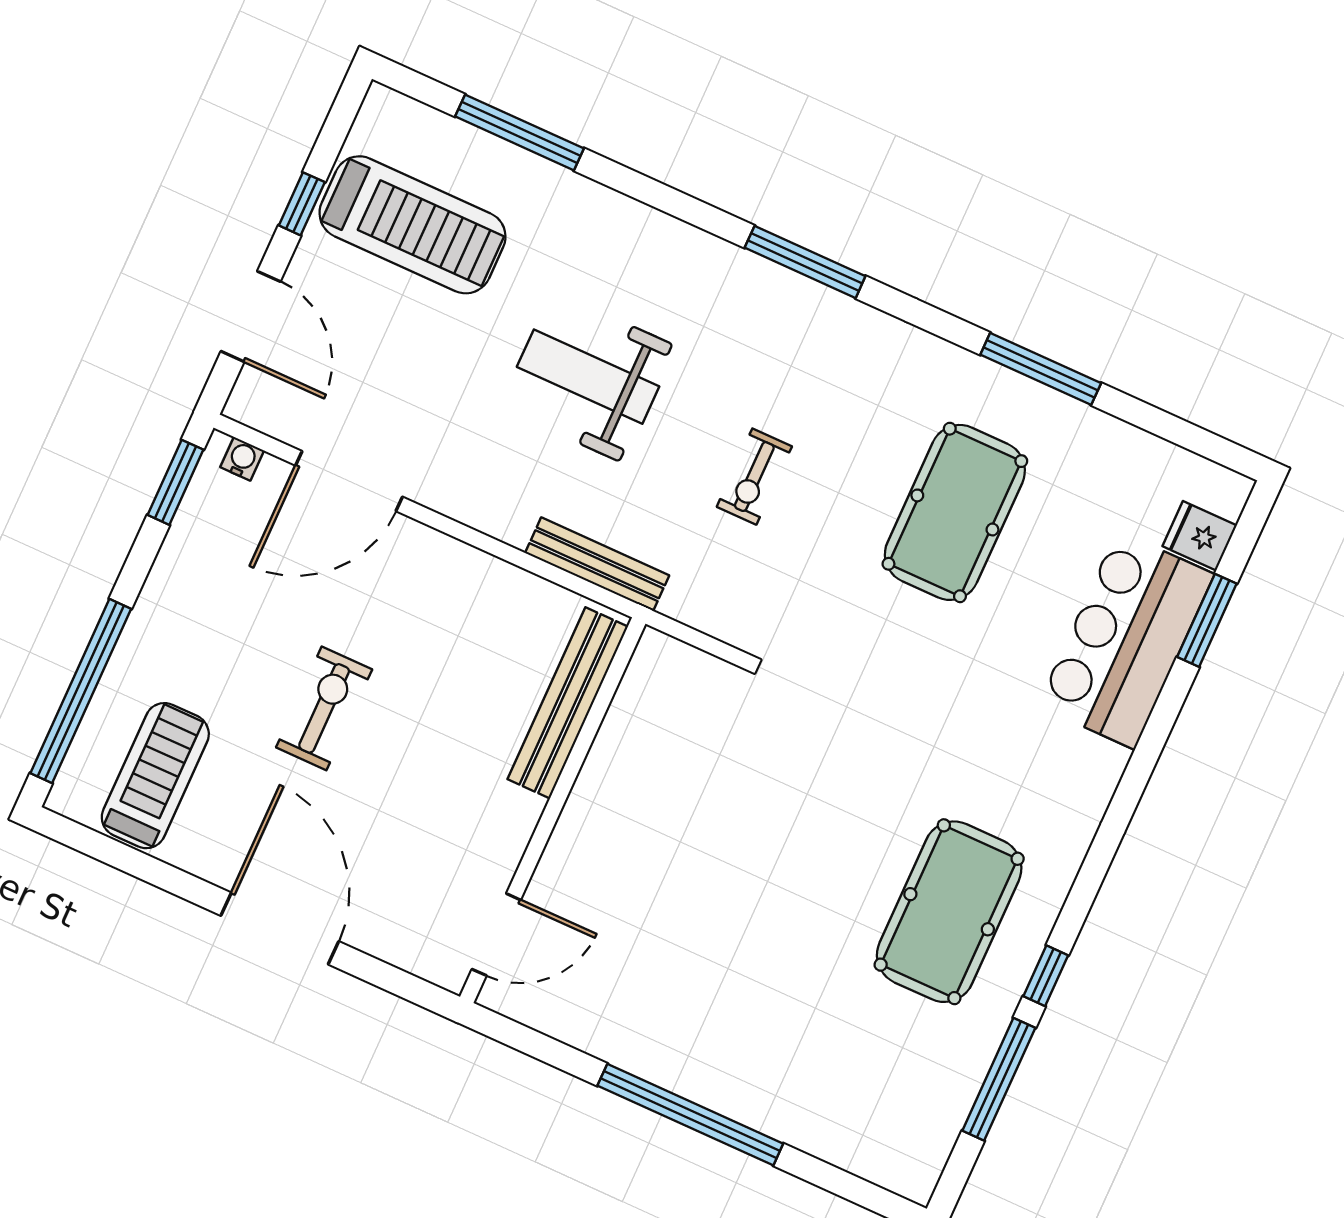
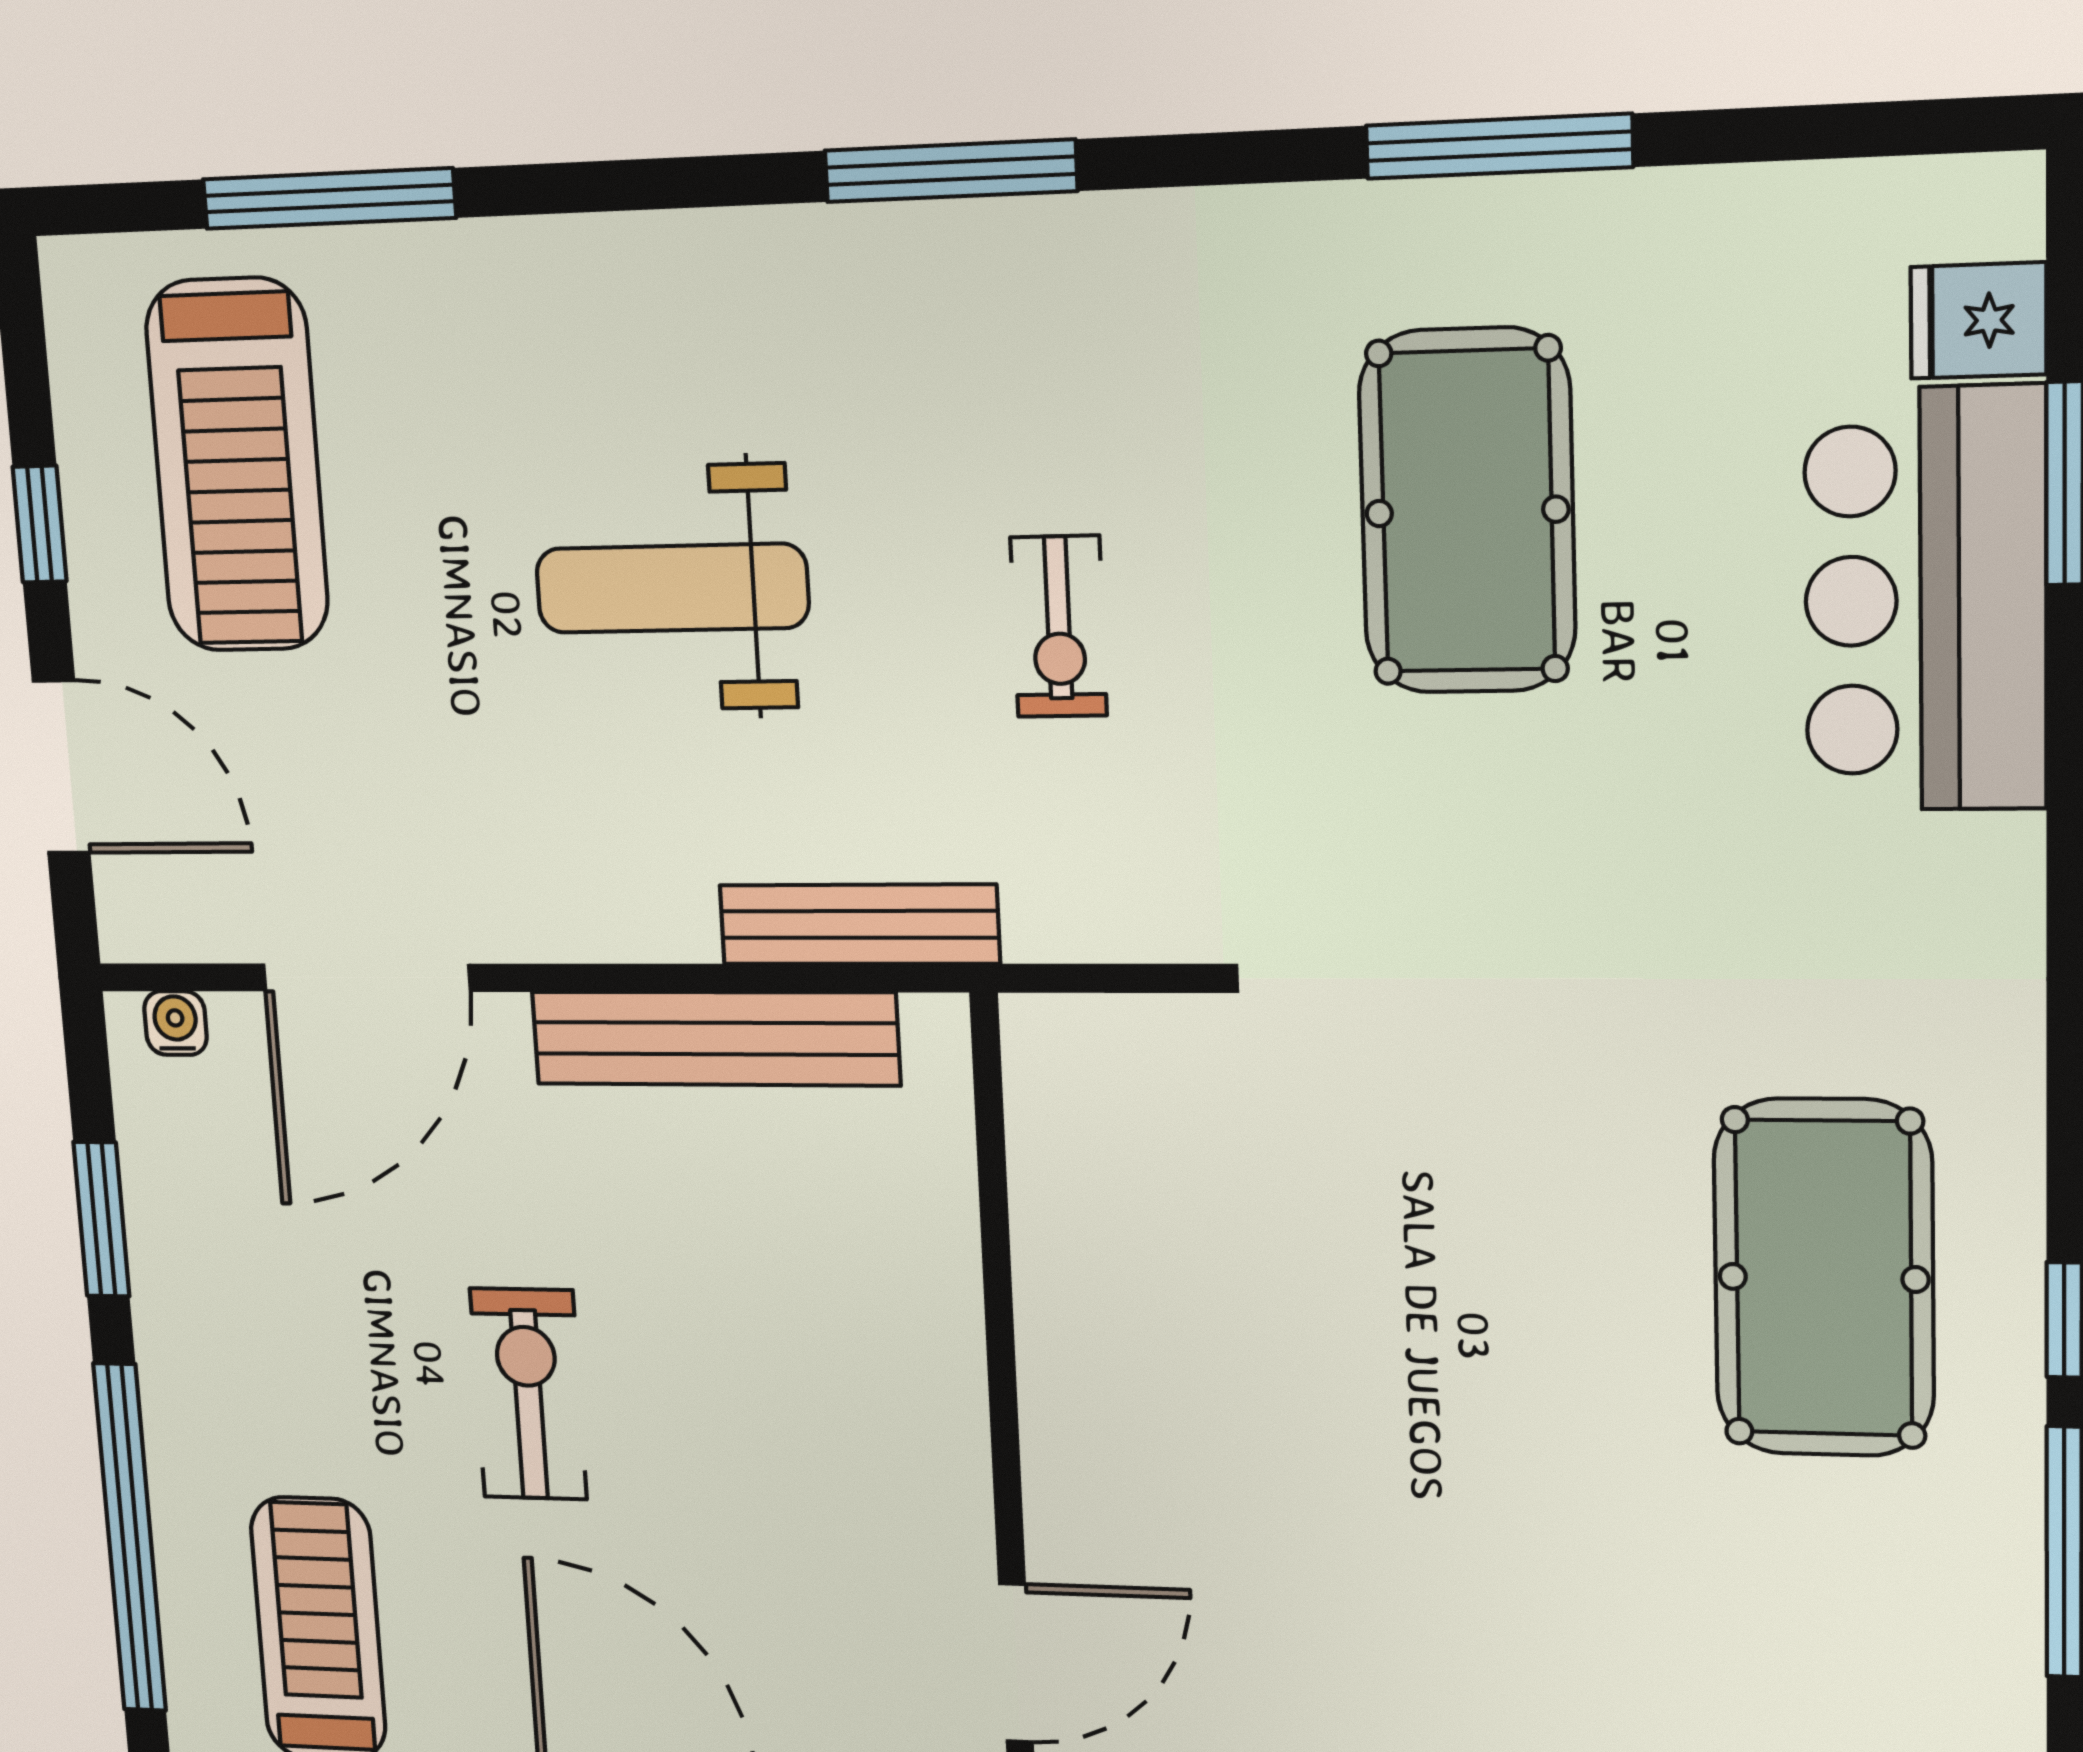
treadmill: (413, 225) -> (237, 465), turned 90
window: (175, 482) -> (101, 1219), moved
bench: (568, 703) -> (715, 1038), moved, turned 90

